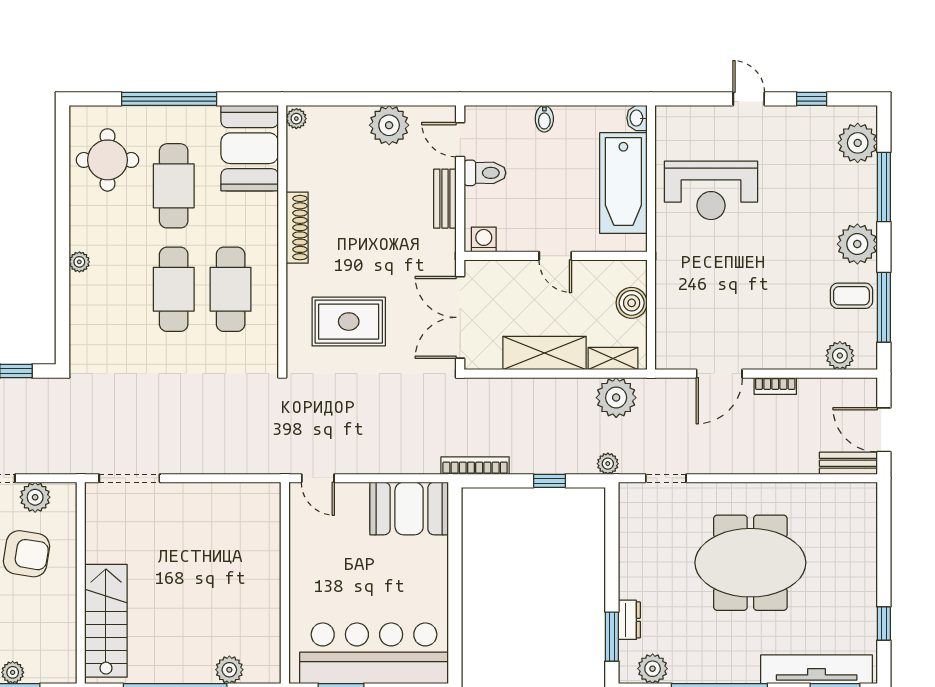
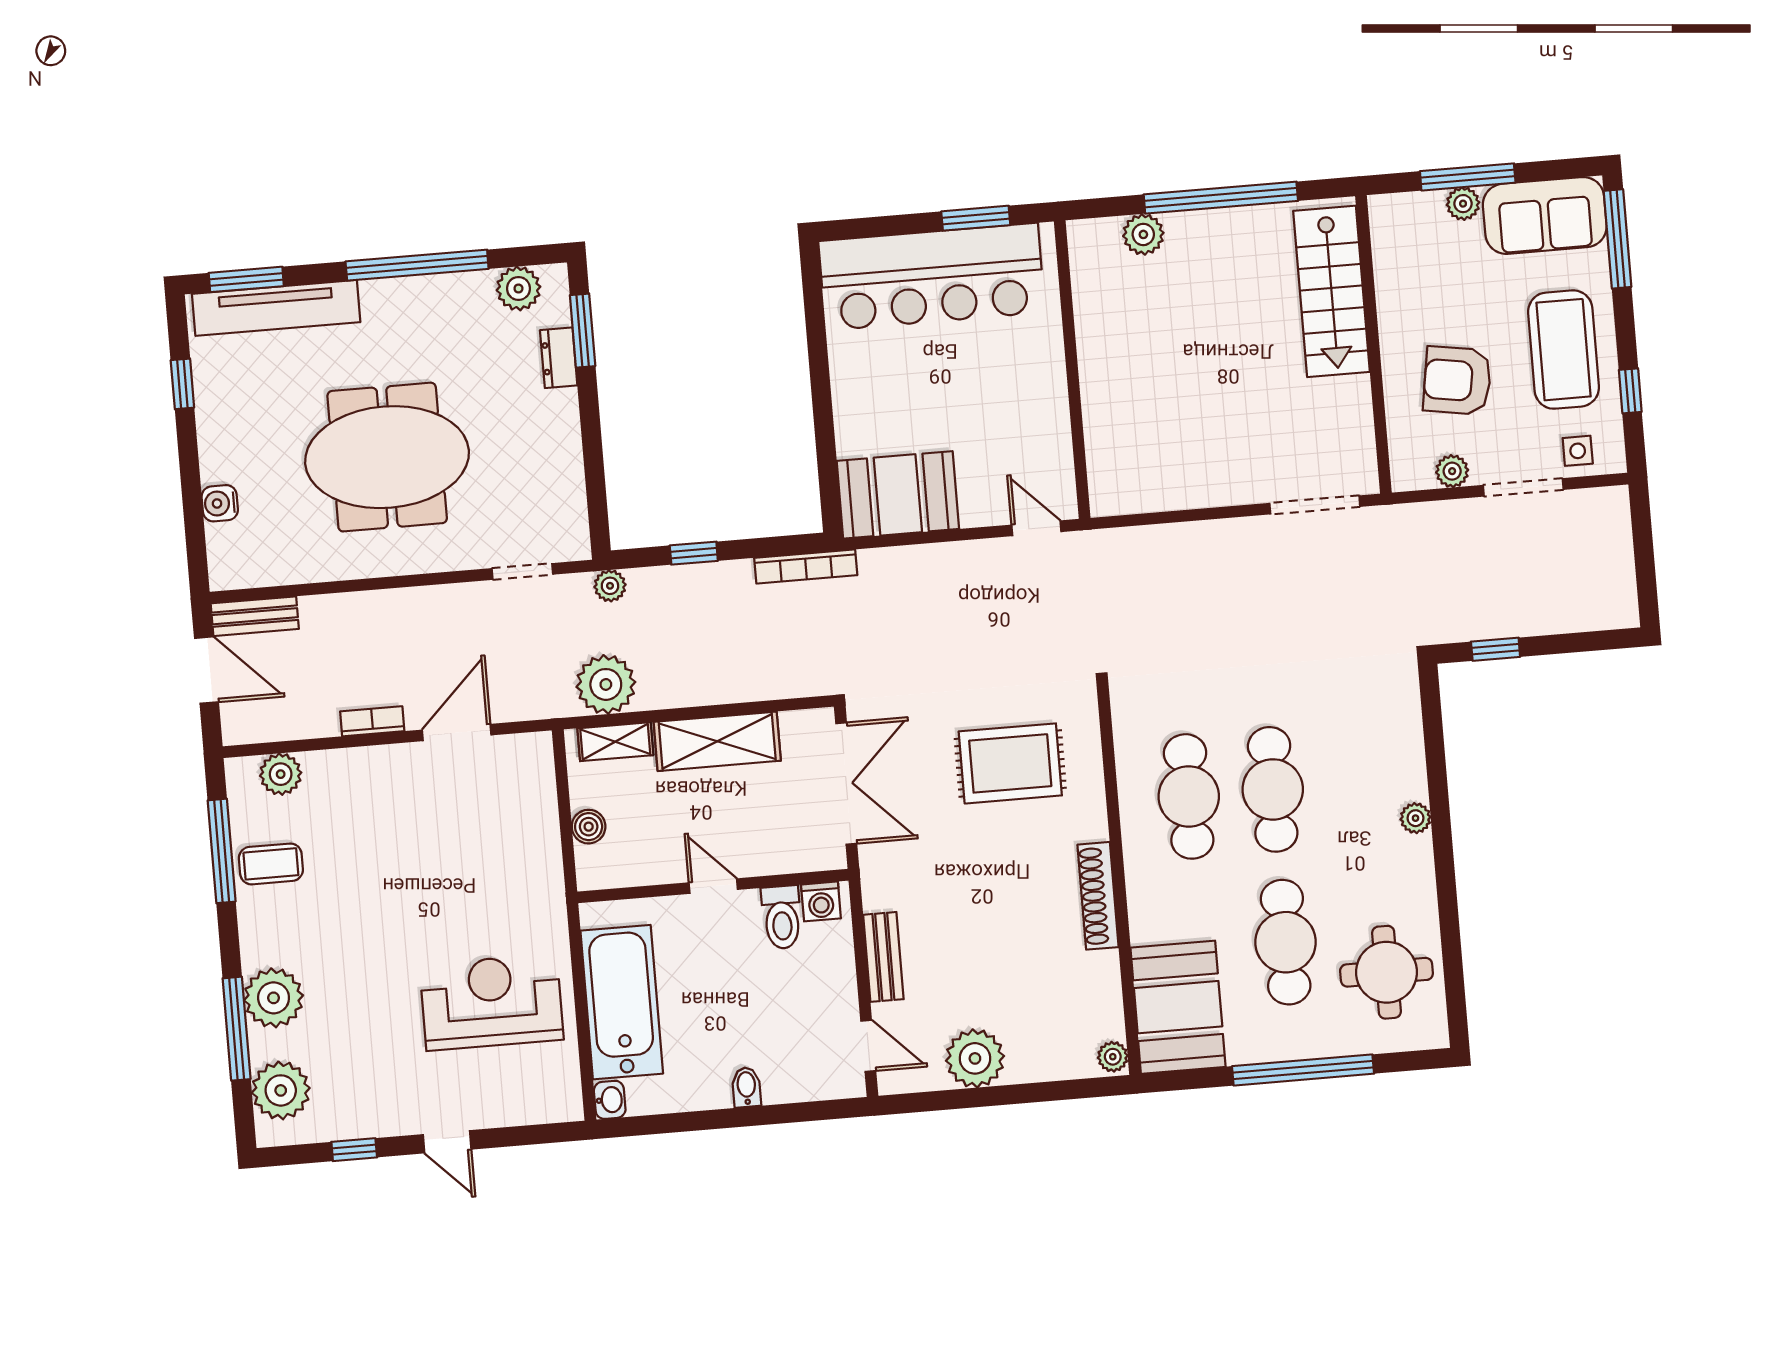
toilet: (485, 173) -> (782, 917), moved, turned -90
plant: (857, 244) -> (274, 998), moved
boiler: (632, 303) -> (589, 827), width x0.73, depth x0.73
plant: (35, 497) -> (1452, 471), width x0.73, depth x0.73
water cooler: (865, 541) -> (220, 503), added

